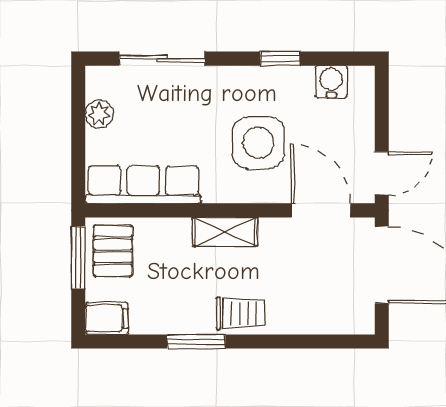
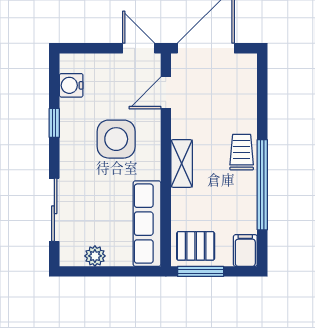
door: (321, 210) -> (166, 93), width x0.73
window: (196, 341) -> (262, 185), width x2.11

